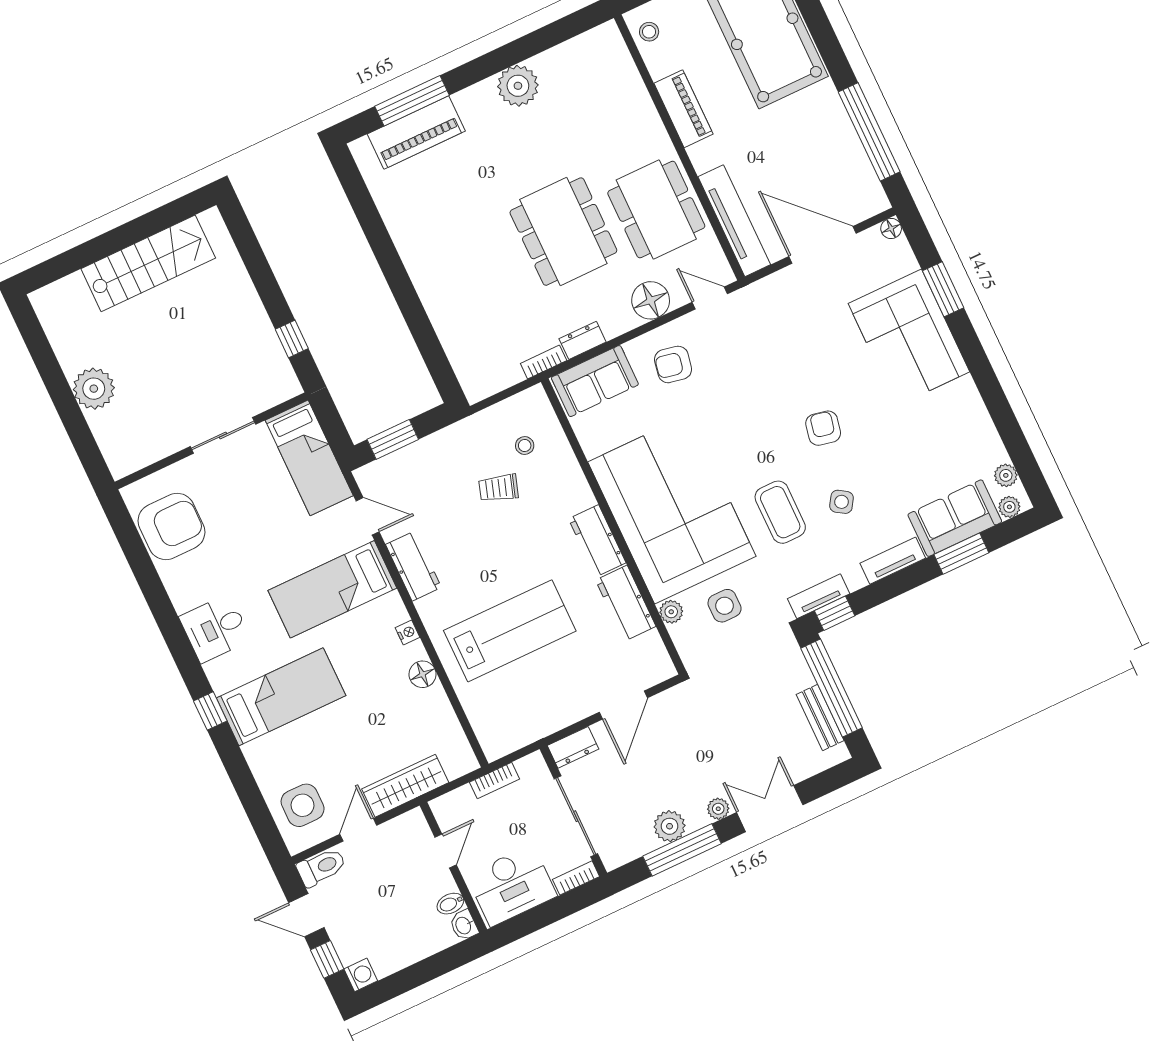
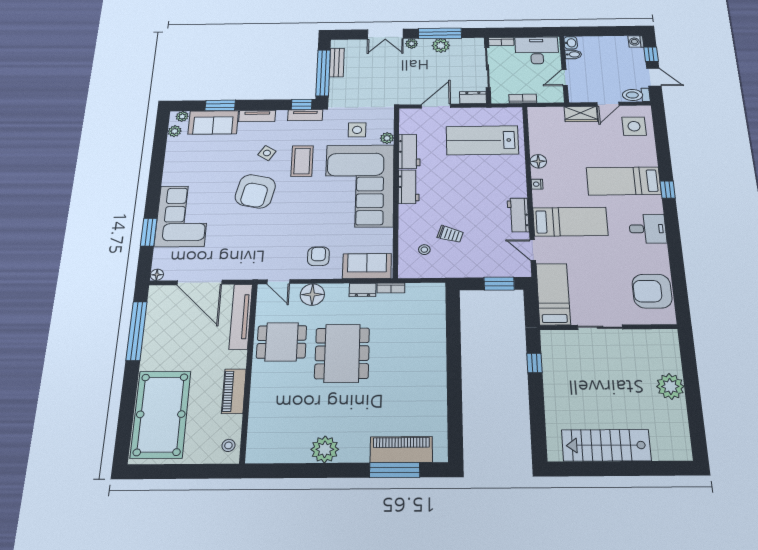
dining table: (656, 210) -> (282, 342), width x0.73
armchair: (673, 364) -> (318, 256), turned -101
armchair: (823, 428) -> (255, 191), width x1.88, depth x1.88
lab bench: (510, 631) -> (482, 140), moved
wardrobe: (405, 786) -> (581, 114), width x0.67

